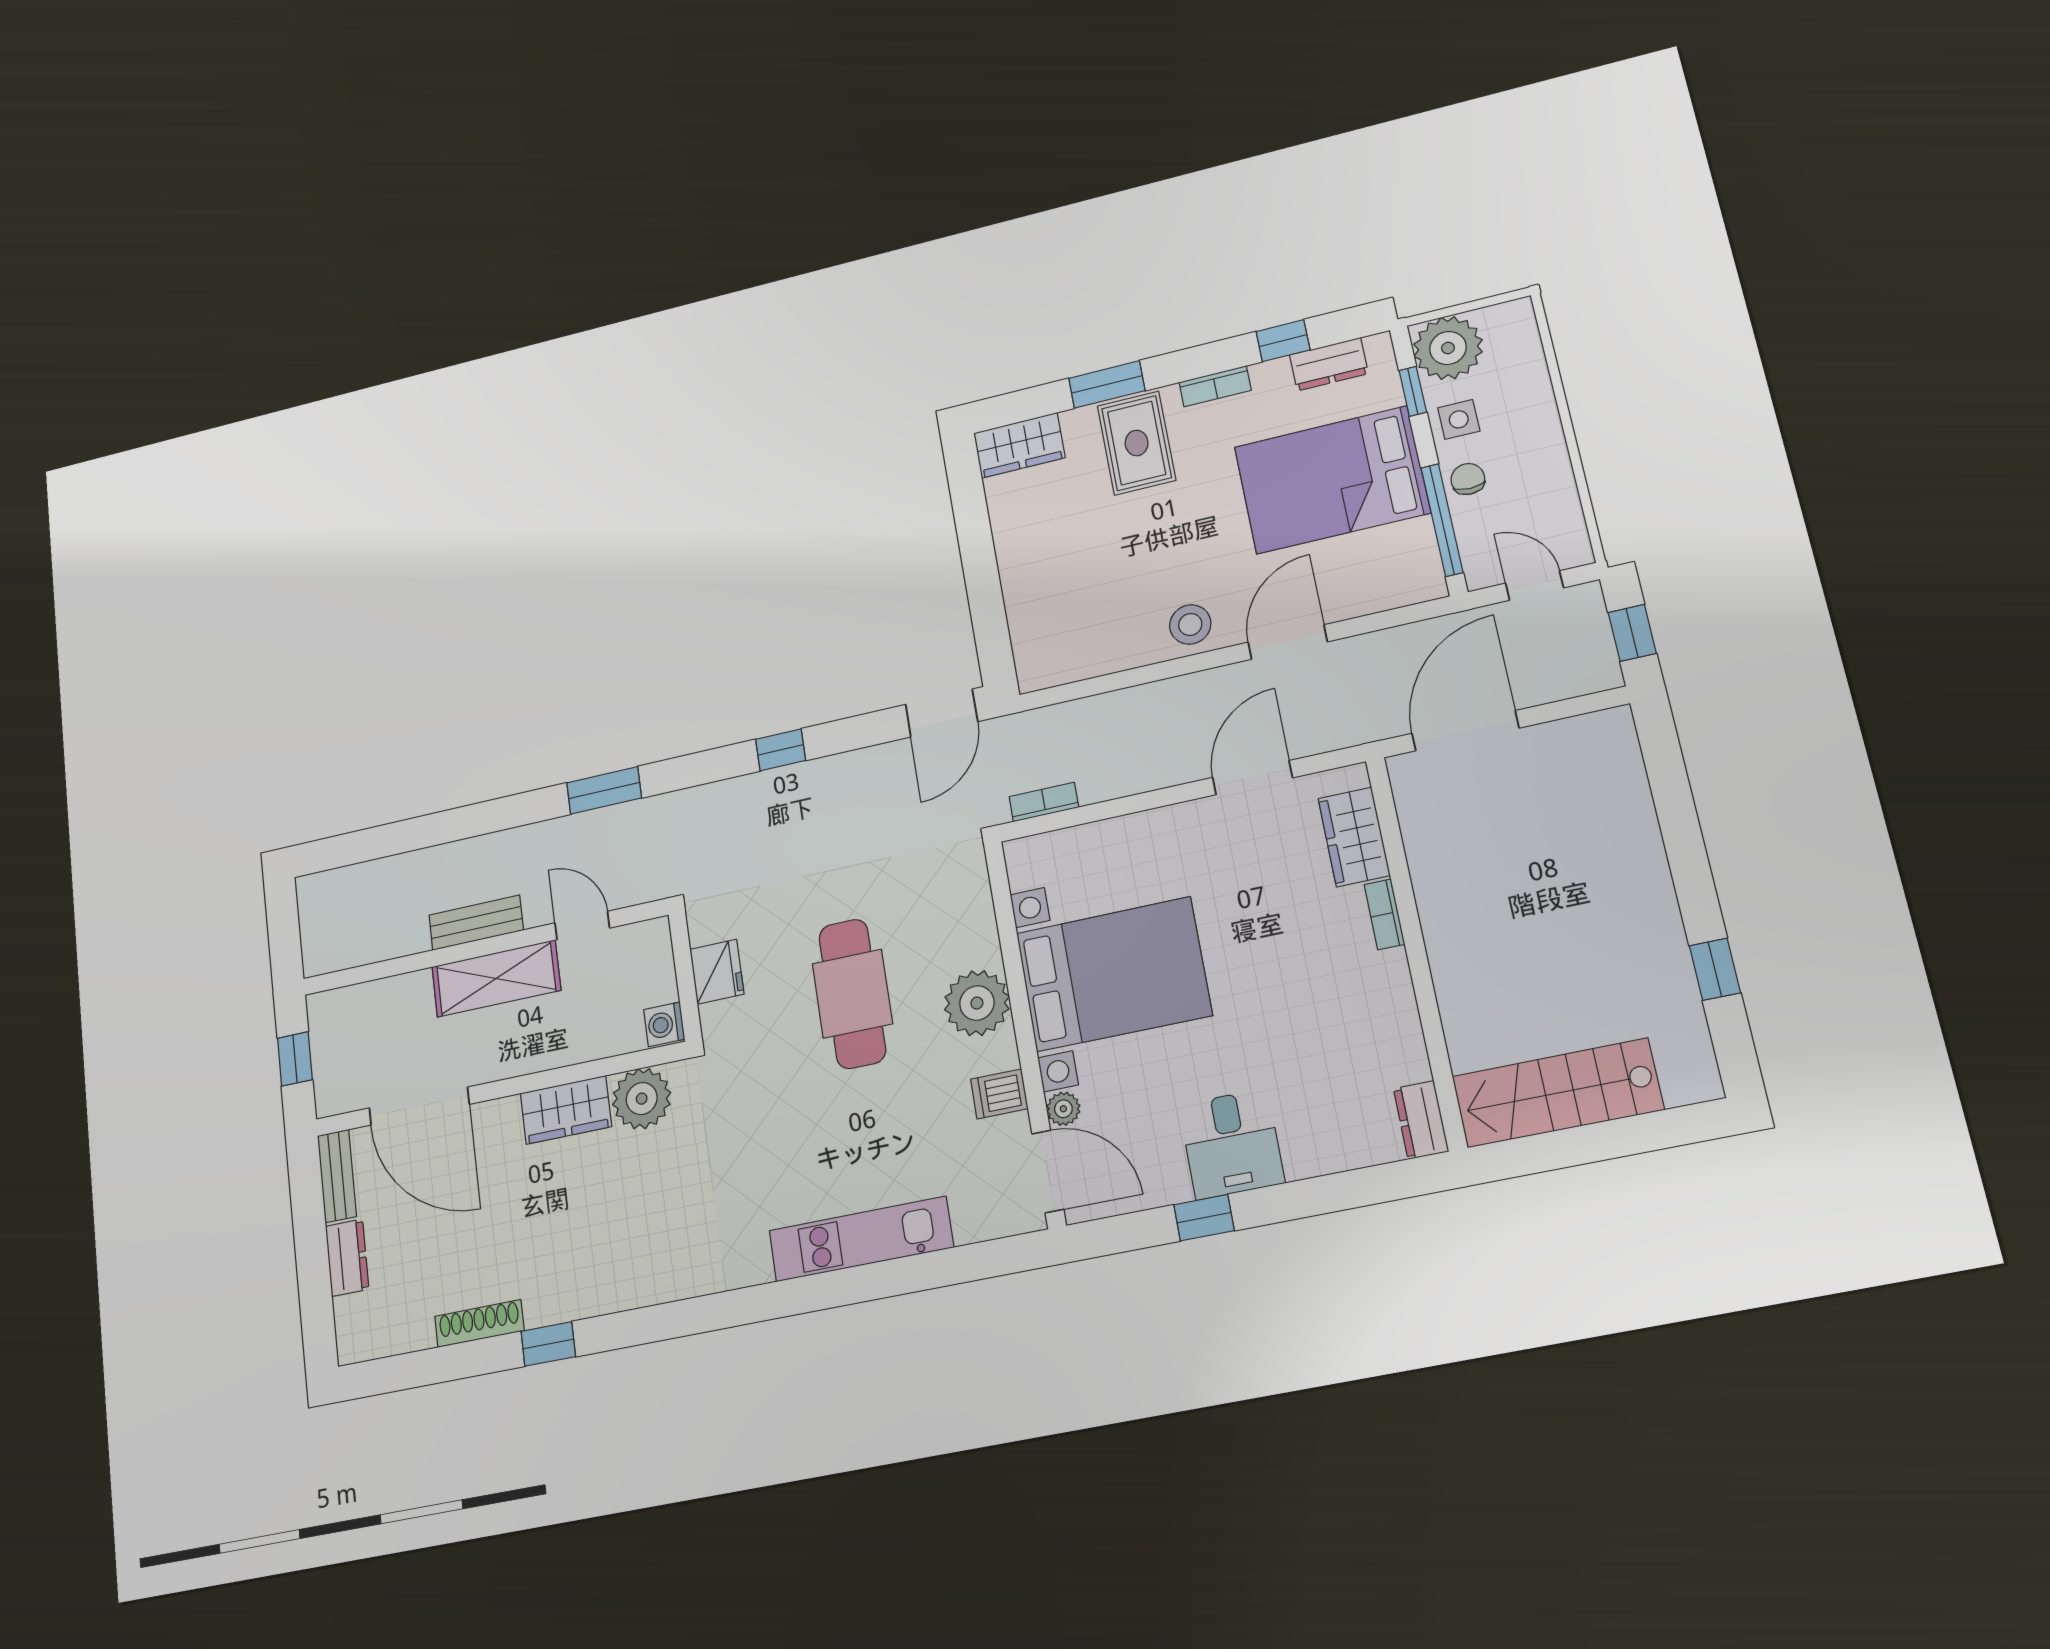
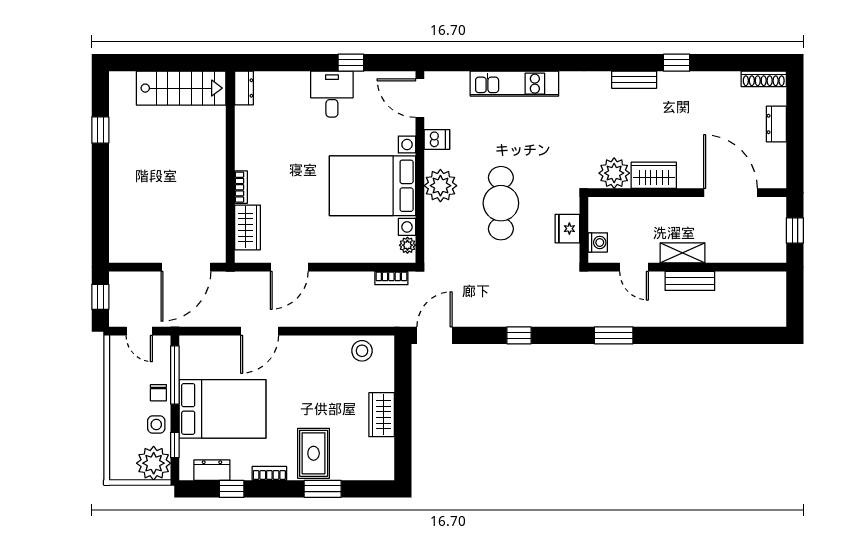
wardrobe: (1019, 445) -> (382, 415), moved, turned -90
stool: (1190, 624) -> (362, 351), moved
shelving: (496, 979) -> (683, 253), width x0.67, depth x0.75
washing machine: (664, 1024) -> (598, 242), moved
plant: (1063, 1109) -> (407, 245), moved
bench: (337, 1176) -> (634, 80), moved, turned 90
shoe rack: (479, 1323) -> (764, 79), moved

